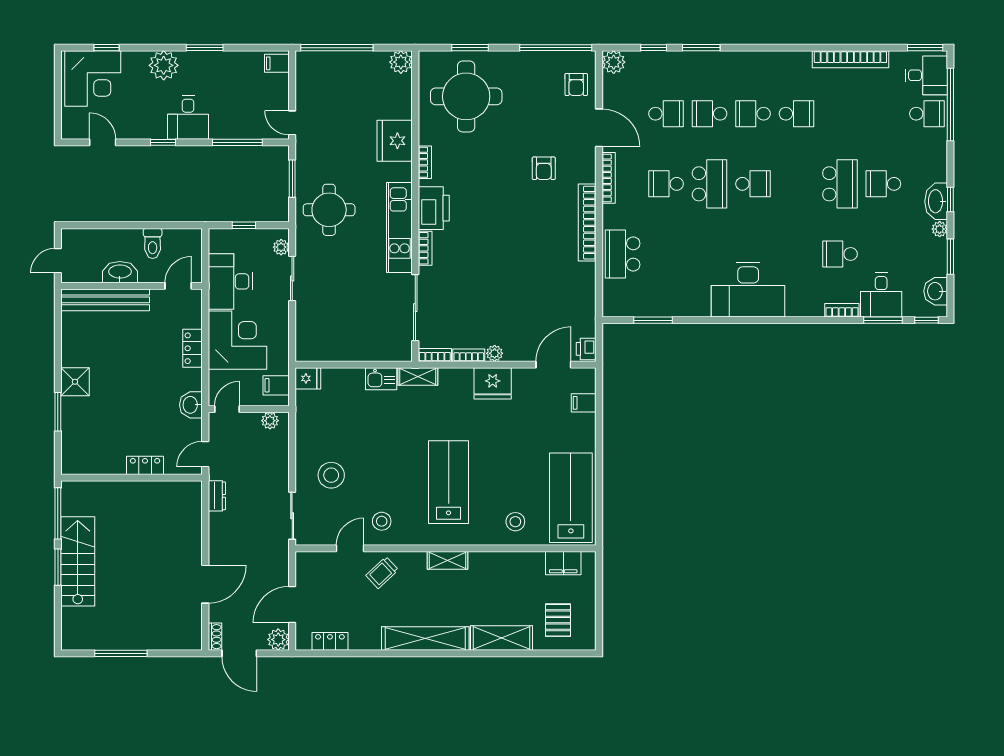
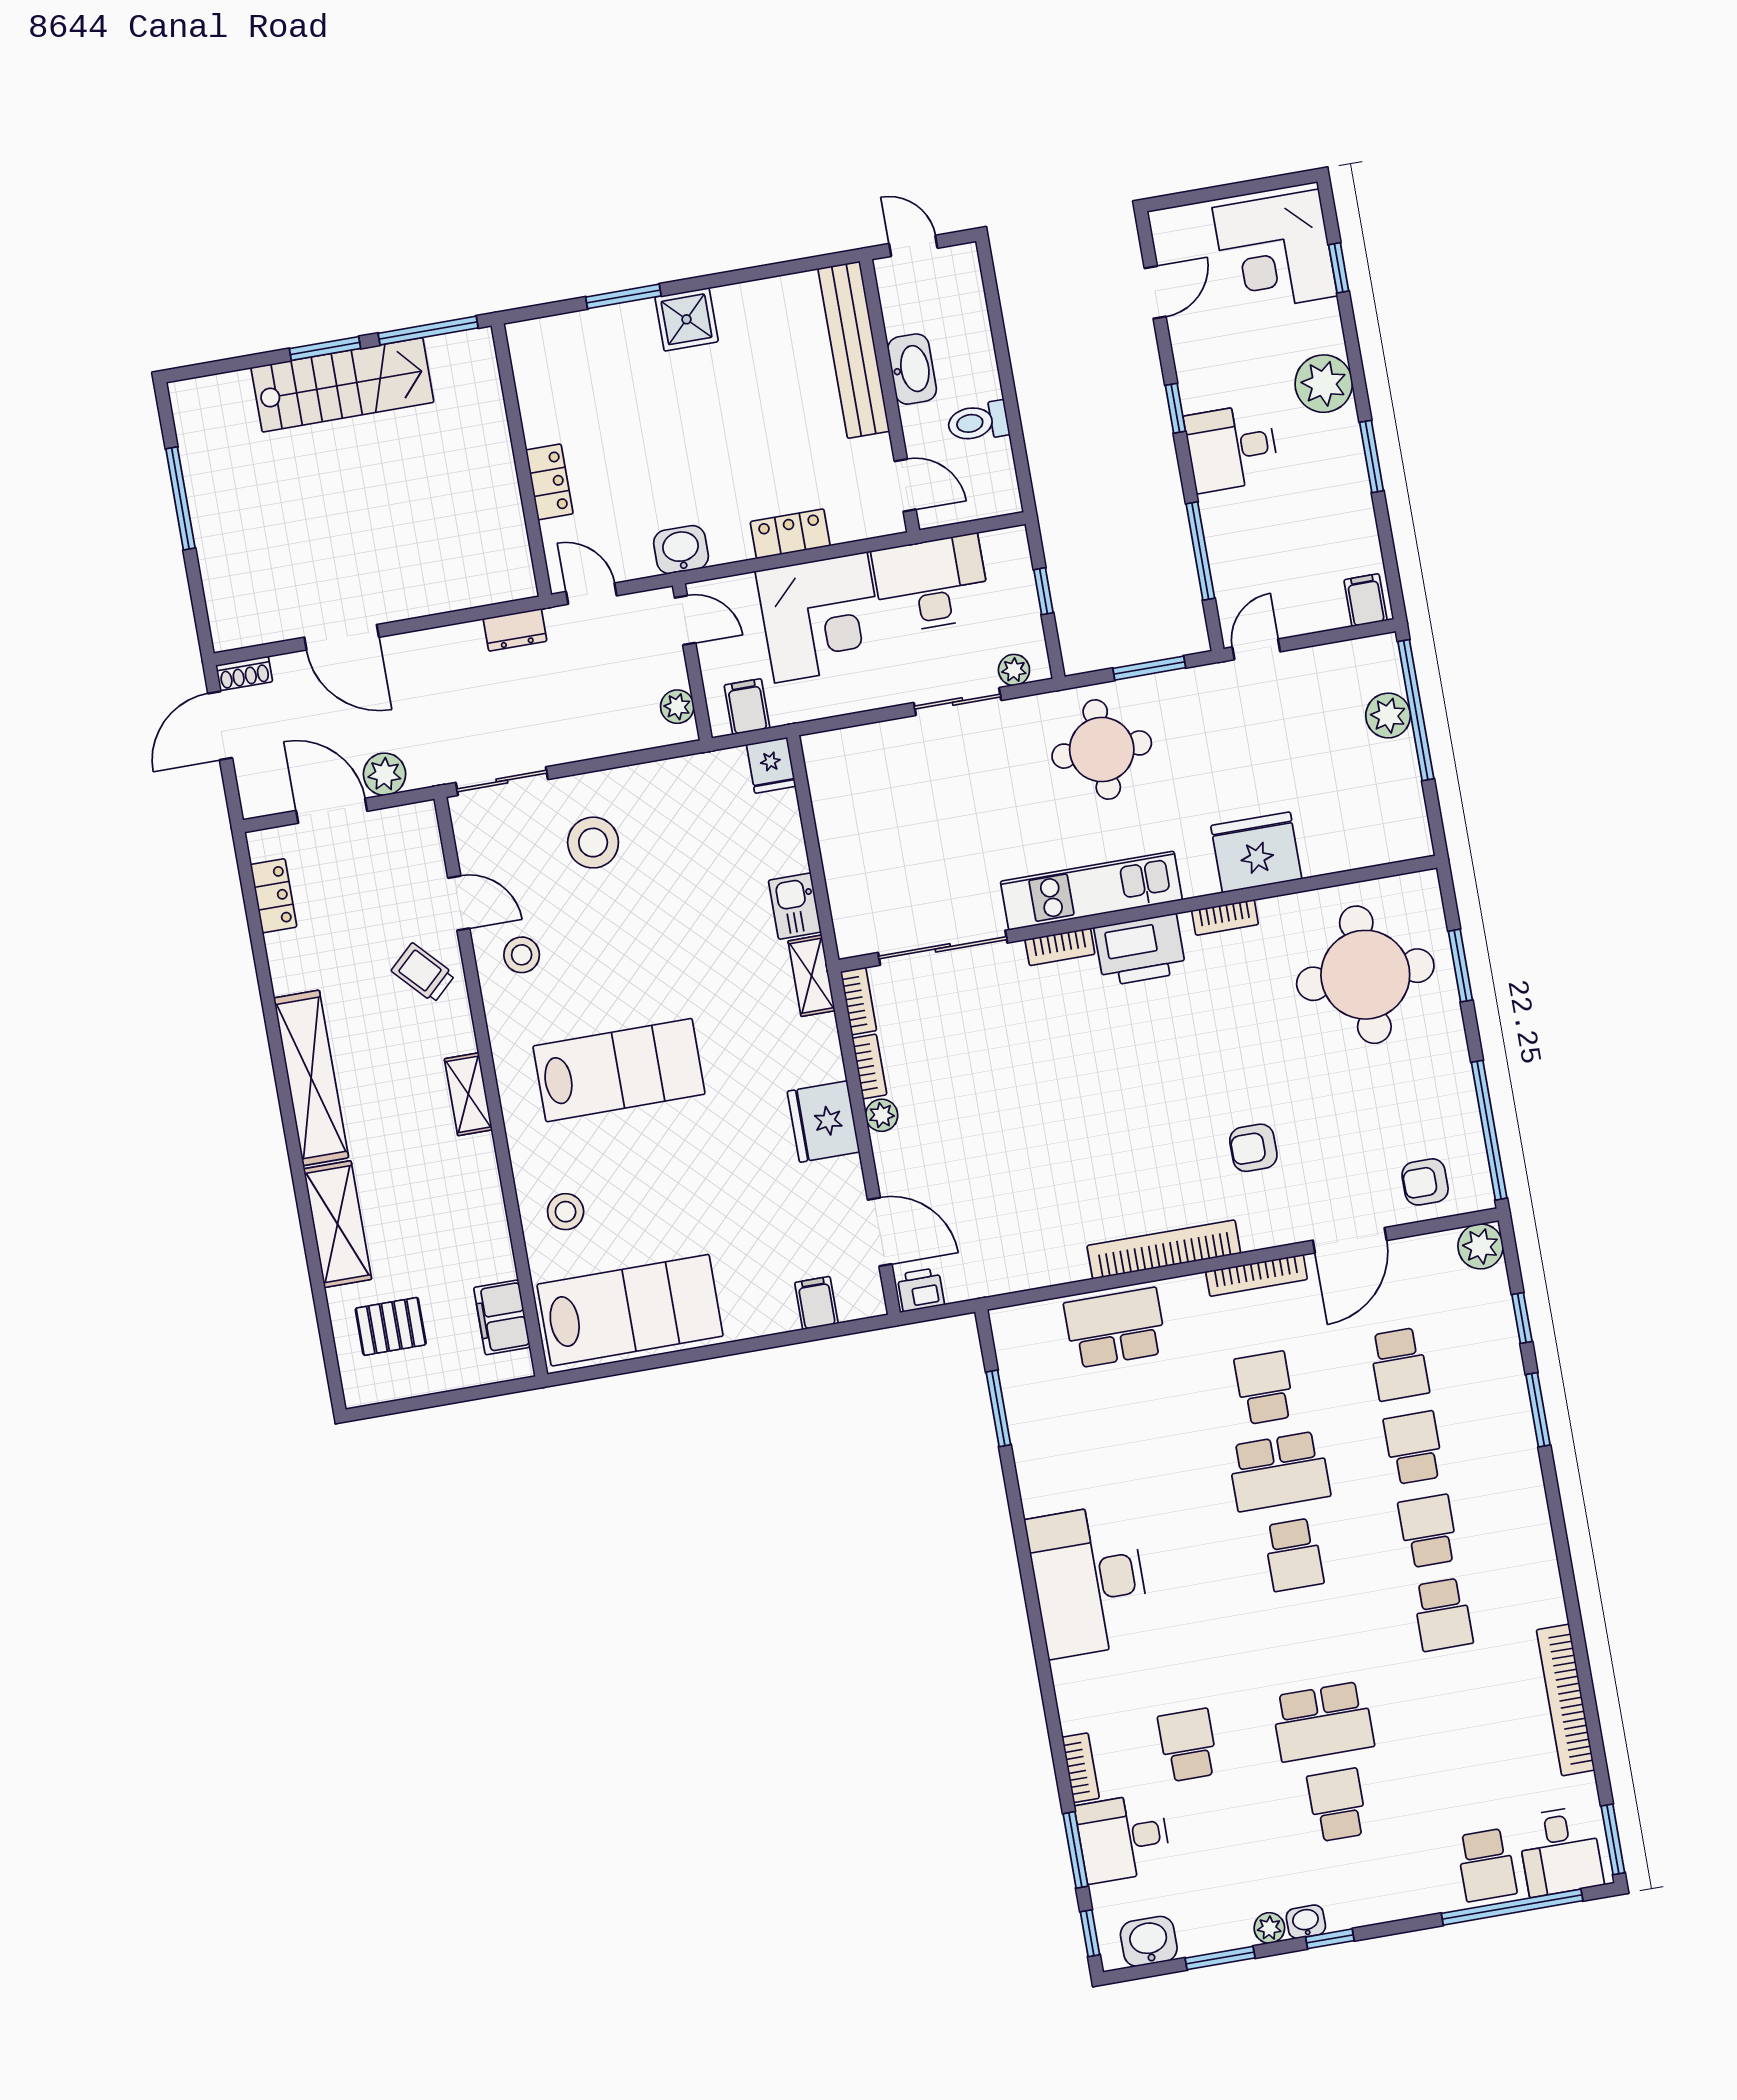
plant: (401, 62) -> (1388, 716), moved
washbasin: (936, 201) -> (1306, 1922), width x0.52, depth x0.69
plant: (278, 640) -> (385, 774), moved

